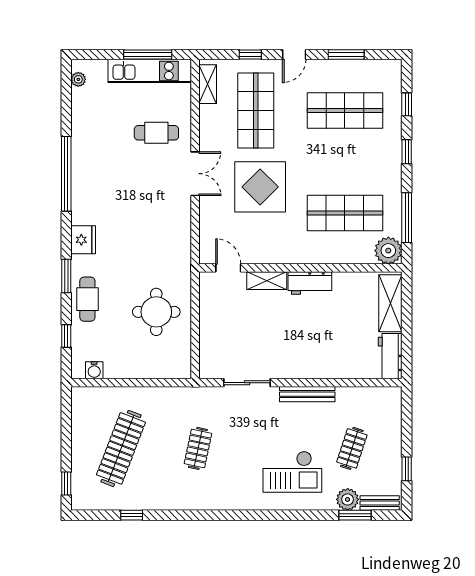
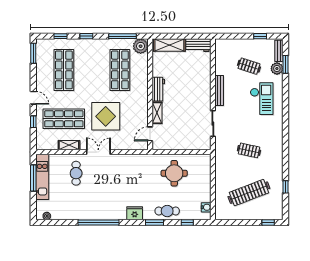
window: (346, 55) -> (33, 53), moved
shelving: (208, 84) -> (69, 145), moved
clothes rail: (121, 448) -> (249, 193), turned -42

